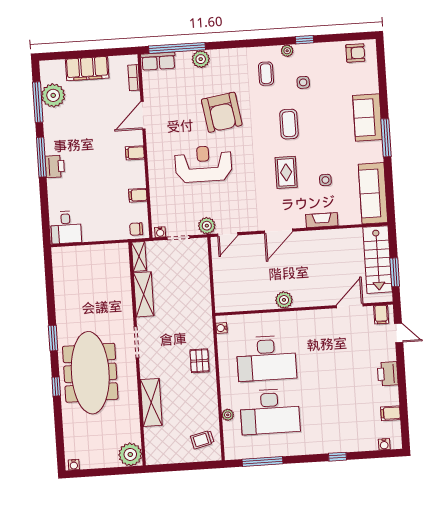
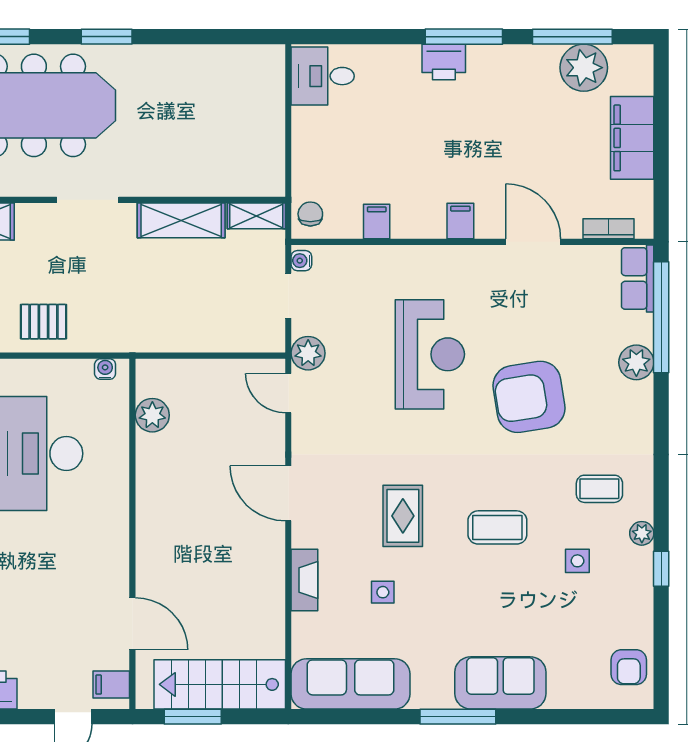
rug: (286, 172) -> (403, 516), turned 90
plant: (284, 300) -> (152, 415), moved

